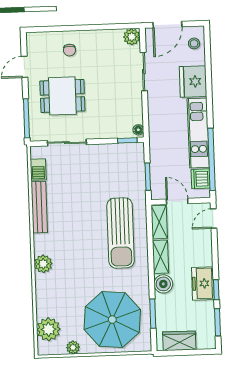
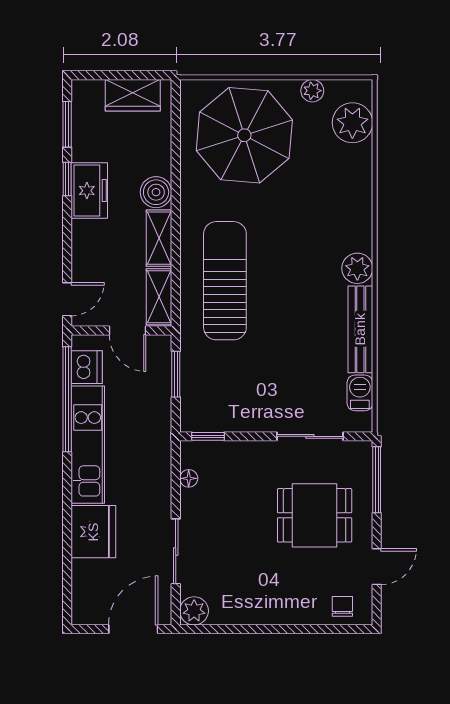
stool: (194, 43) -> (89, 596), removed
chair: (69, 50) -> (342, 606), moved
floor lamp: (138, 130) -> (189, 478), moved
plant: (43, 264) -> (357, 268), moved
window: (153, 314) -> (176, 143), removed

